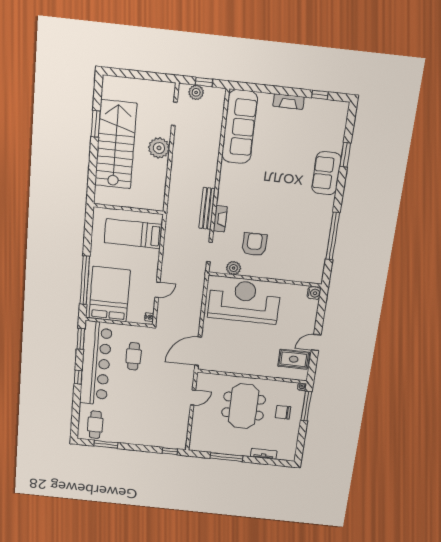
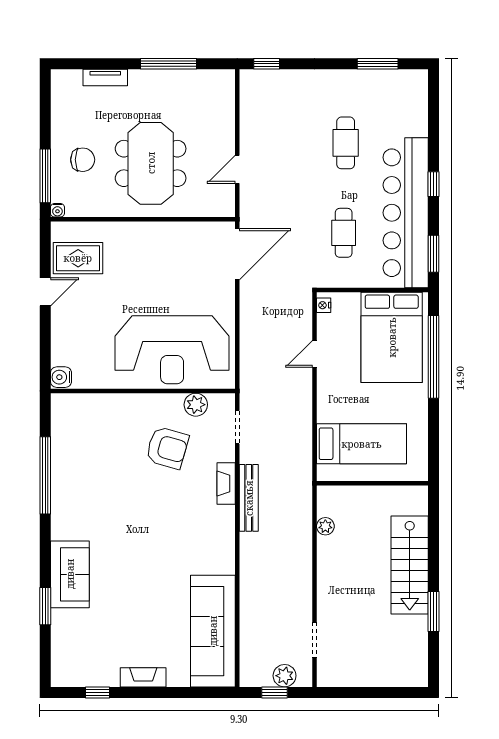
stairs: (116, 145) -> (410, 565), width x0.73, depth x0.66
plant: (159, 148) -> (325, 526), moved, width x0.53, depth x0.53
armchair: (254, 244) -> (167, 448), turned -74
cafe table: (95, 425) -> (346, 143), moved

